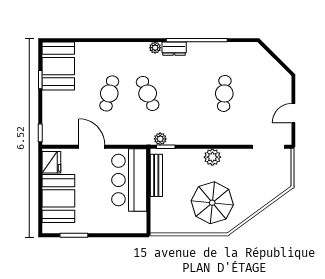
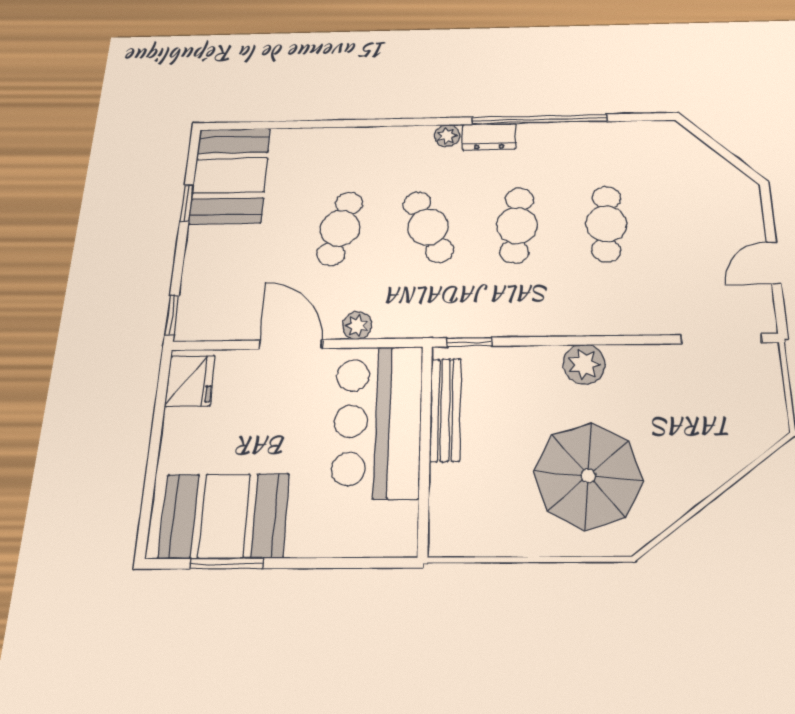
cafe table: (186, 93) -> (517, 225), added
plant: (160, 139) -> (357, 325), moved
booth: (58, 198) -> (224, 516), moved, turned 90

